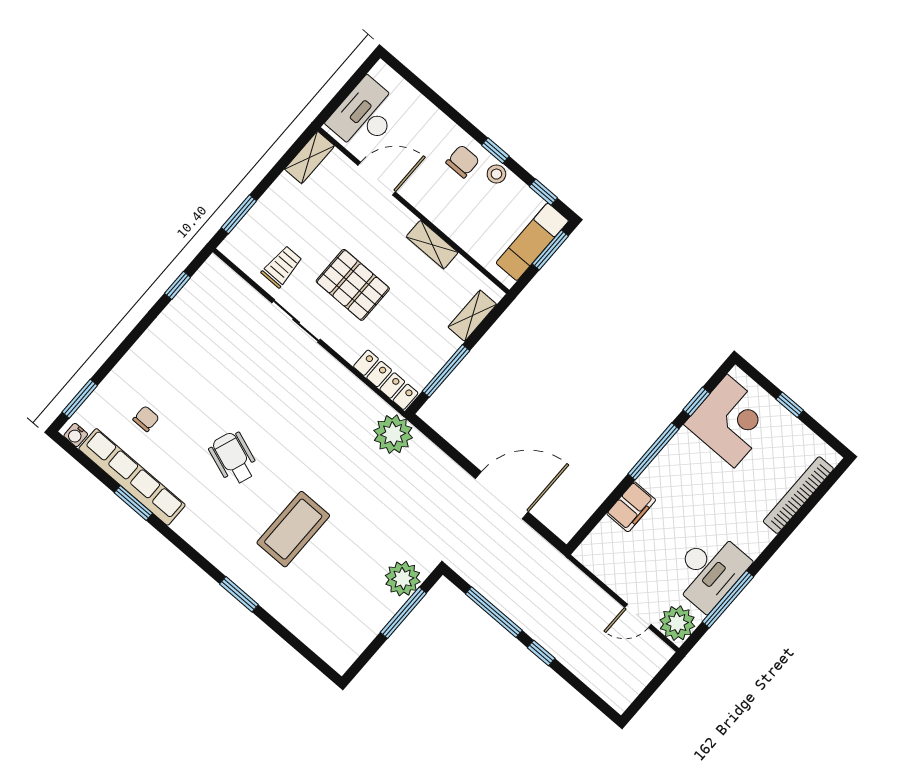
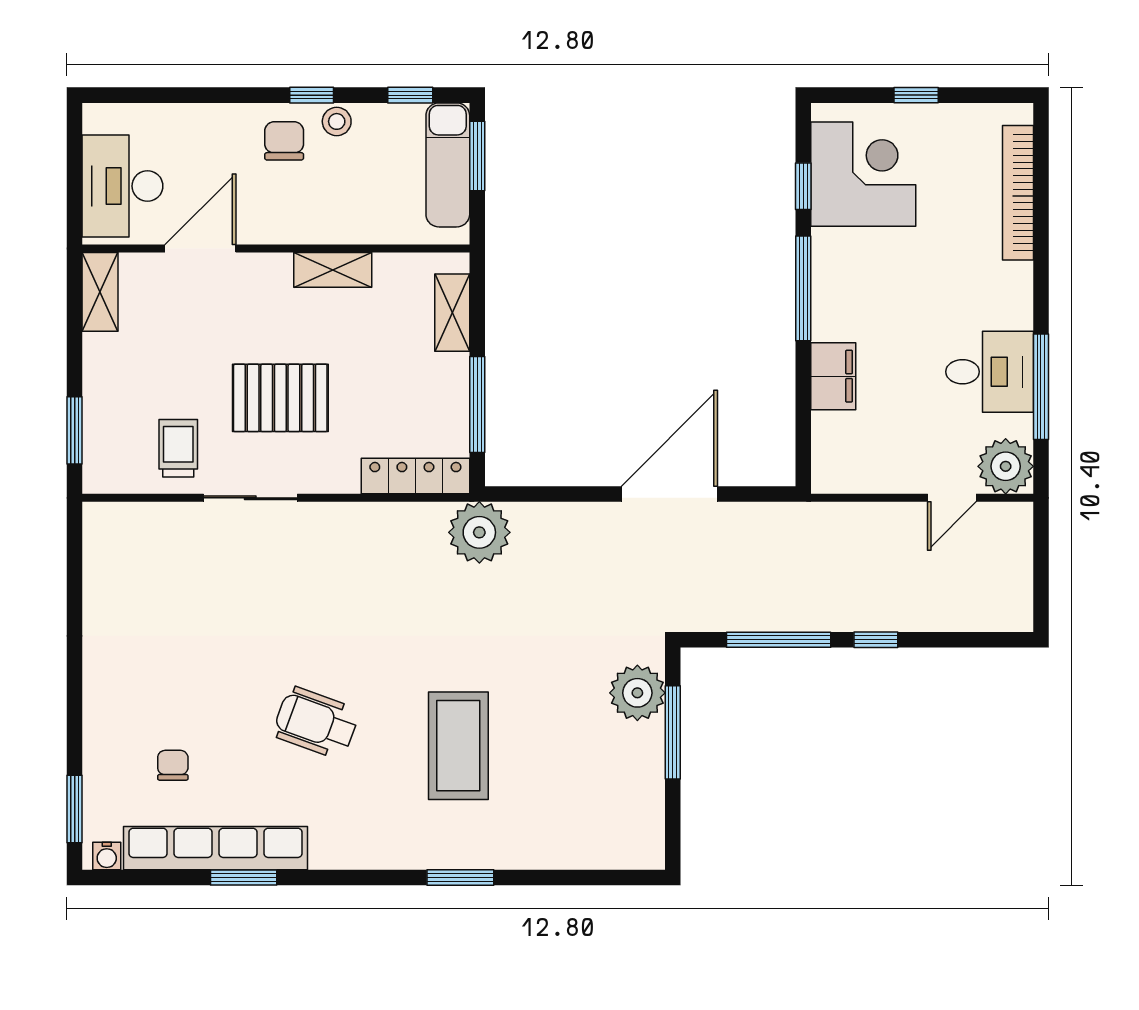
window: (178, 285) -> (75, 576), removed
desk: (709, 570) -> (990, 372), width x0.73

